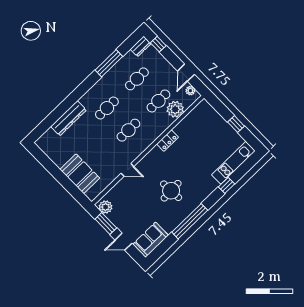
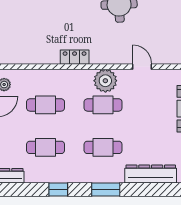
window: (109, 63) -> (58, 190), width x0.46
window: (84, 87) -> (106, 190), added
plant: (175, 109) -> (105, 81), moved

